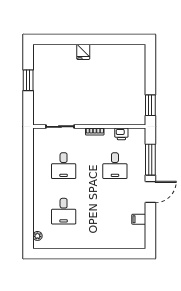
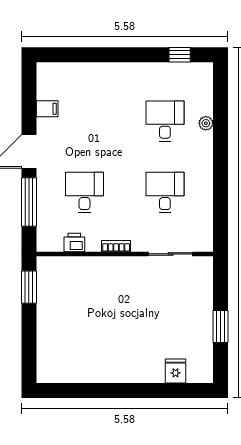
fridge: (83, 52) -> (175, 371), moved
plant: (37, 236) -> (206, 123), moved
window: (54, 254) -> (180, 55), added

